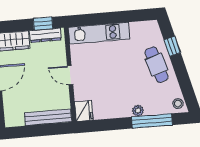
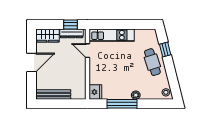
door: (70, 75) -> (87, 51), moved
bench: (48, 117) -> (53, 95), moved
window: (152, 121) -> (122, 104), moved

